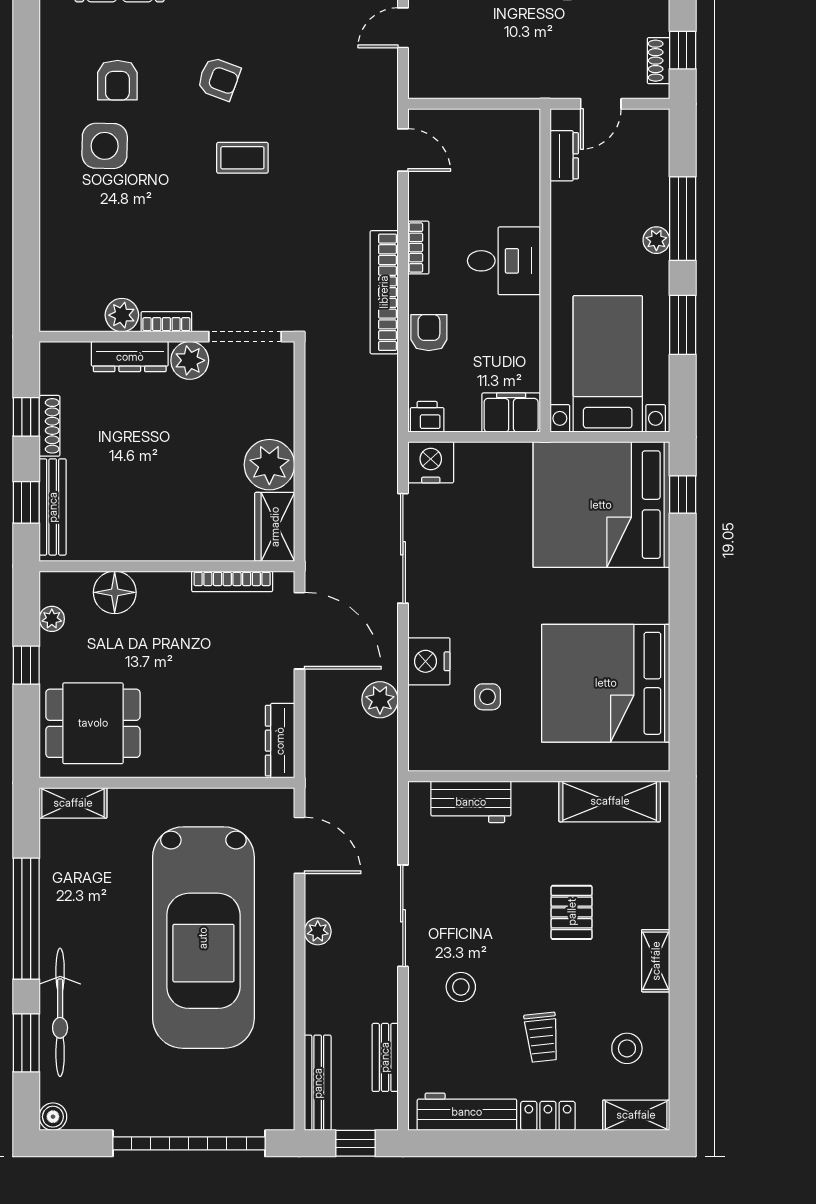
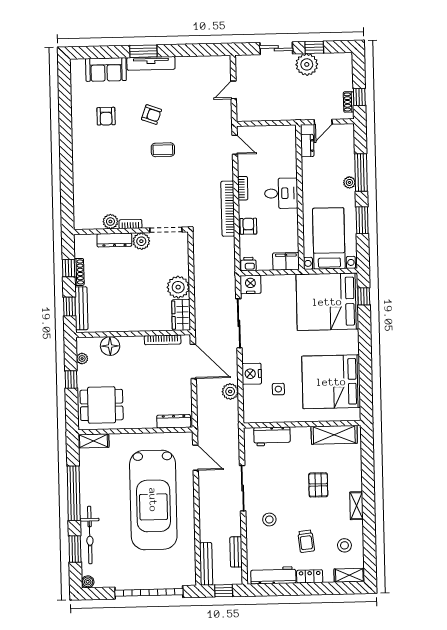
side table: (105, 146) -> (101, 146), removed
dresser: (280, 741) -> (174, 421), moved, turned 90
plant: (318, 931) -> (205, 496), removed

